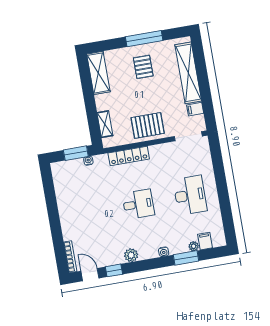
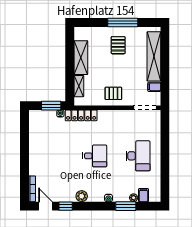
shelving: (98, 73) -> (81, 58), moved
pallet: (148, 125) -> (113, 93), width x0.67, depth x0.71
locker: (129, 156) -> (81, 115), moved

